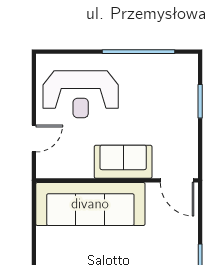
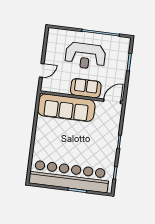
reception desk: (81, 94) -> (85, 56), moved
door: (177, 180) -> (112, 101), swing flipped

